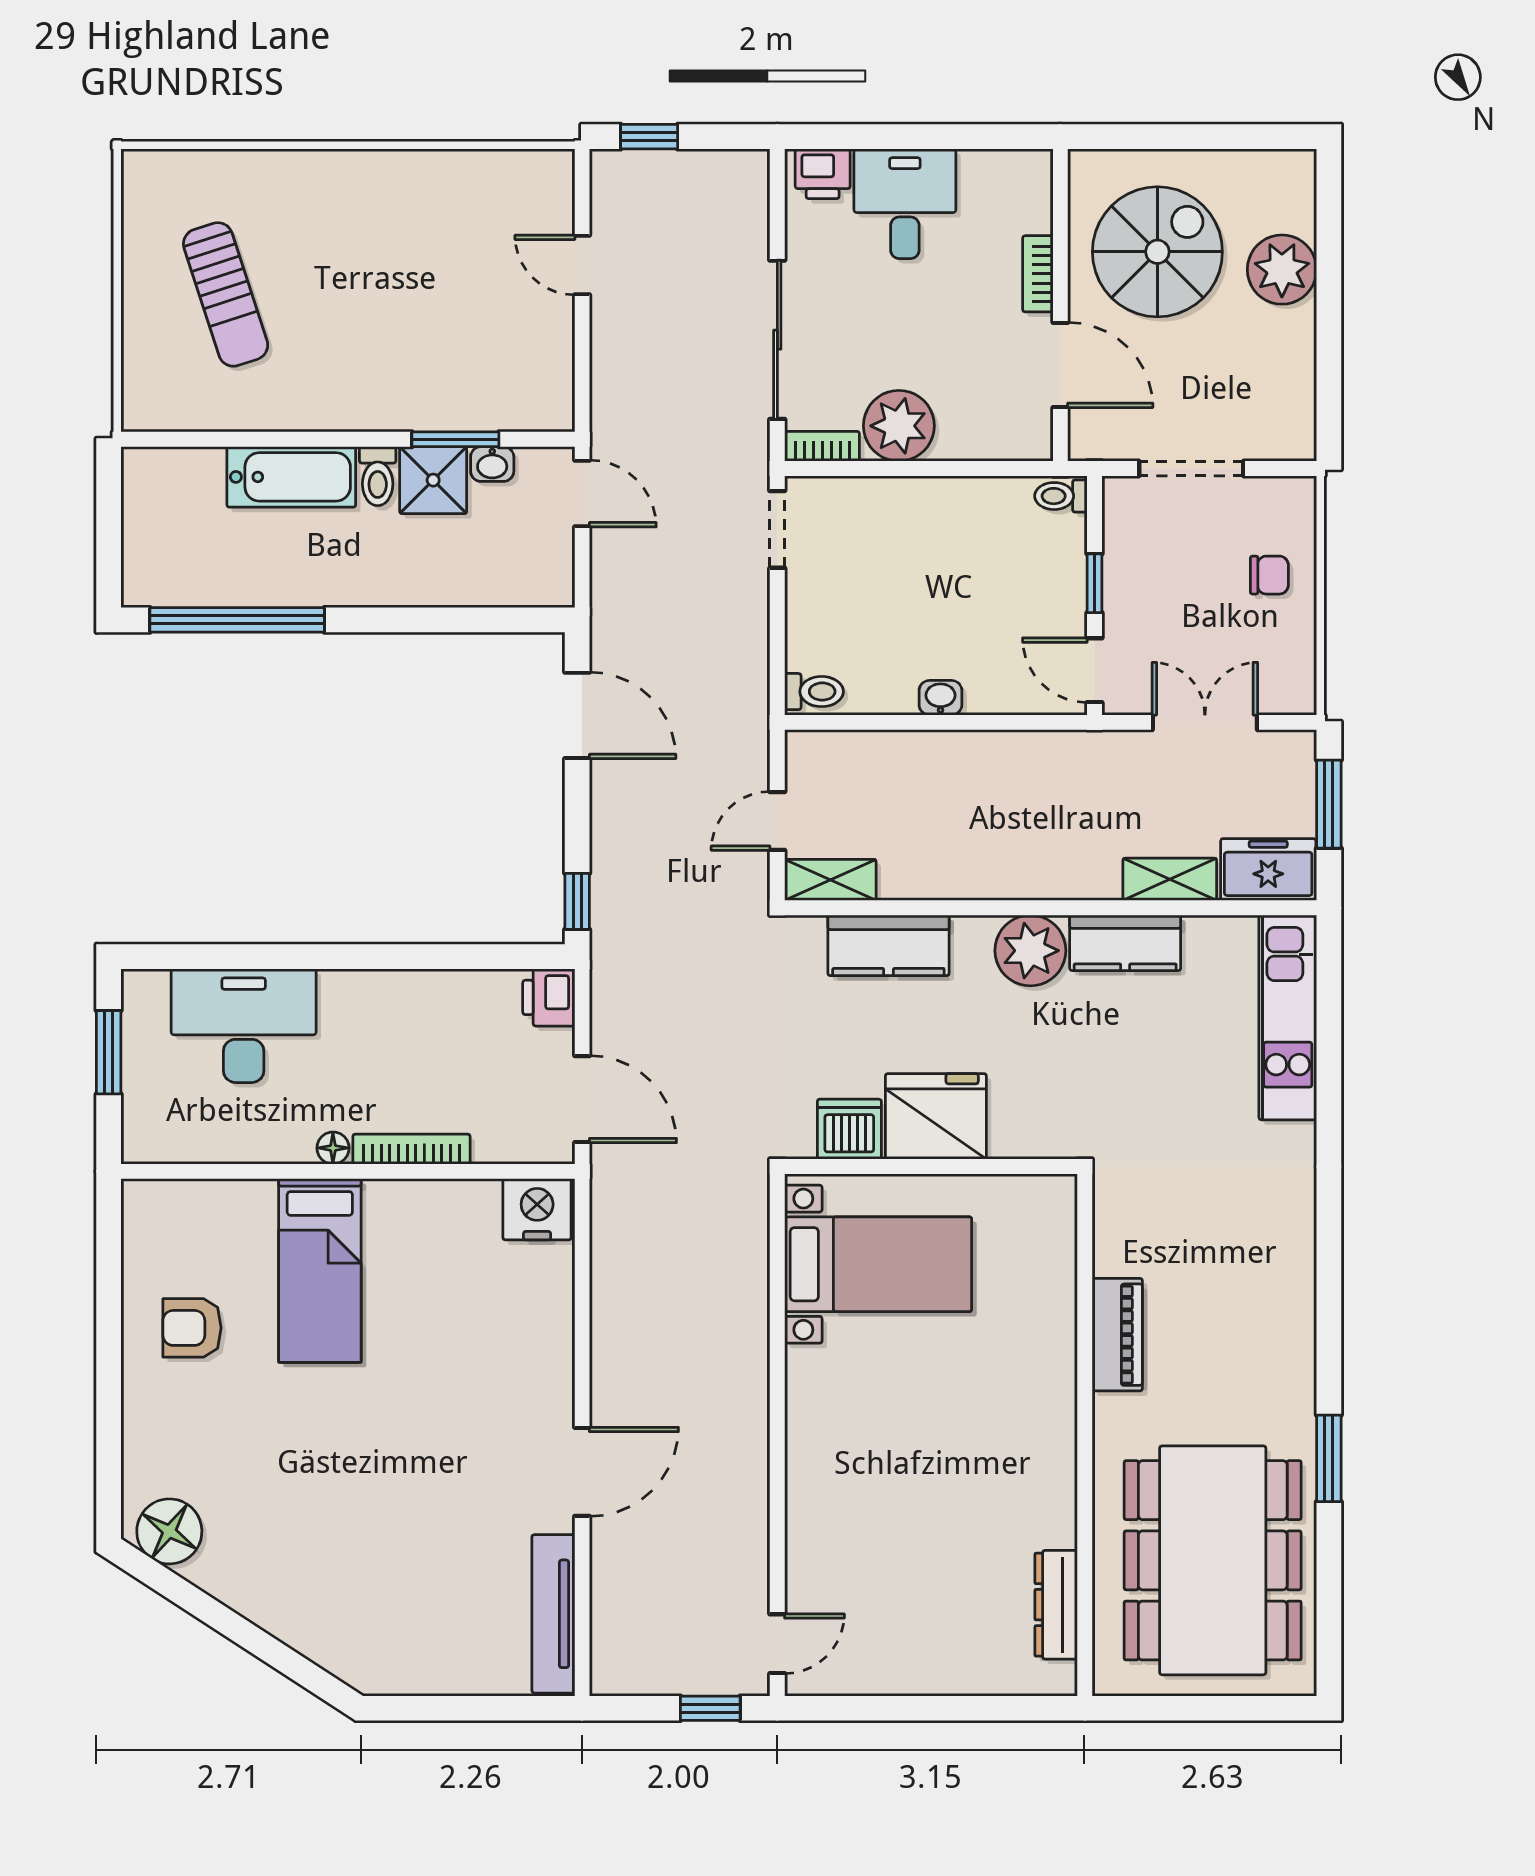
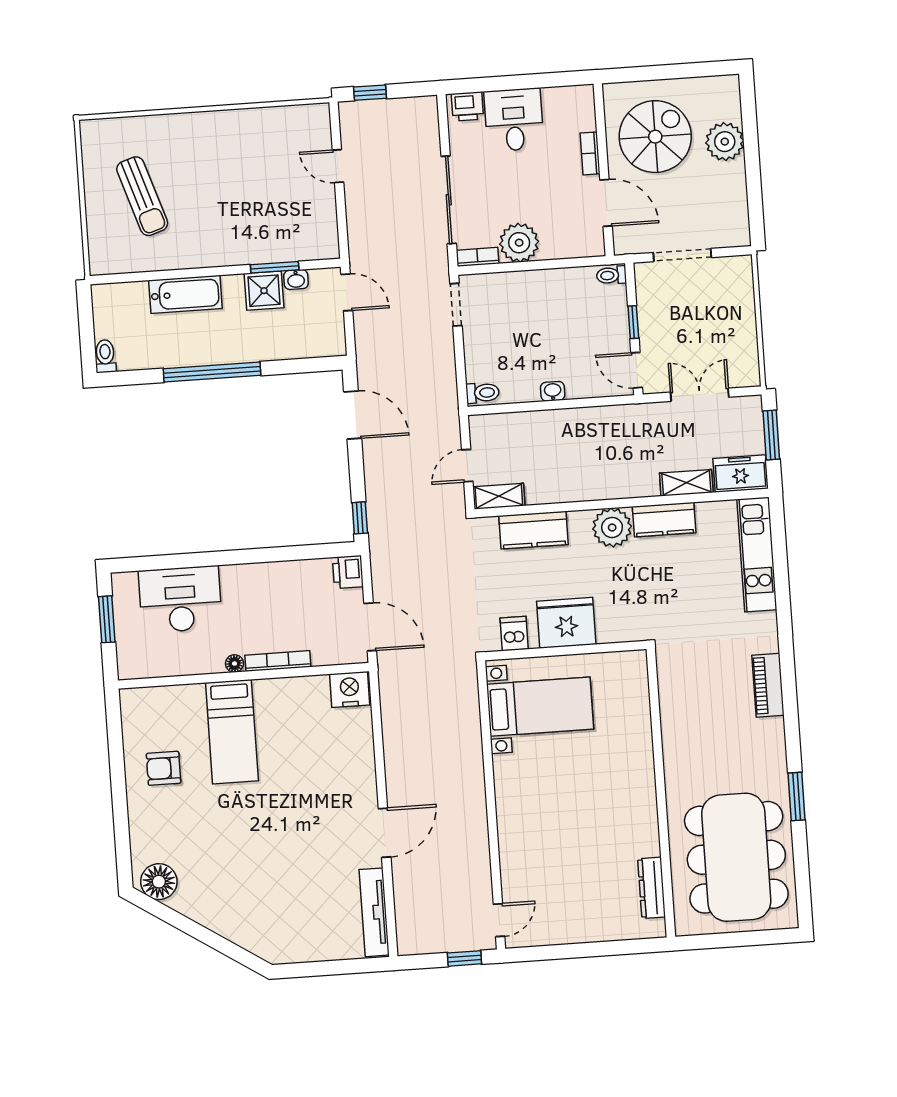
toilet: (378, 476) -> (105, 356), moved, turned 180
chair: (1269, 575) -> (730, 311), removed
window: (237, 620) -> (212, 372), moved
dishwasher: (849, 1129) -> (514, 633), width x0.73
piano: (1117, 1335) -> (768, 685), moved, turned 180

